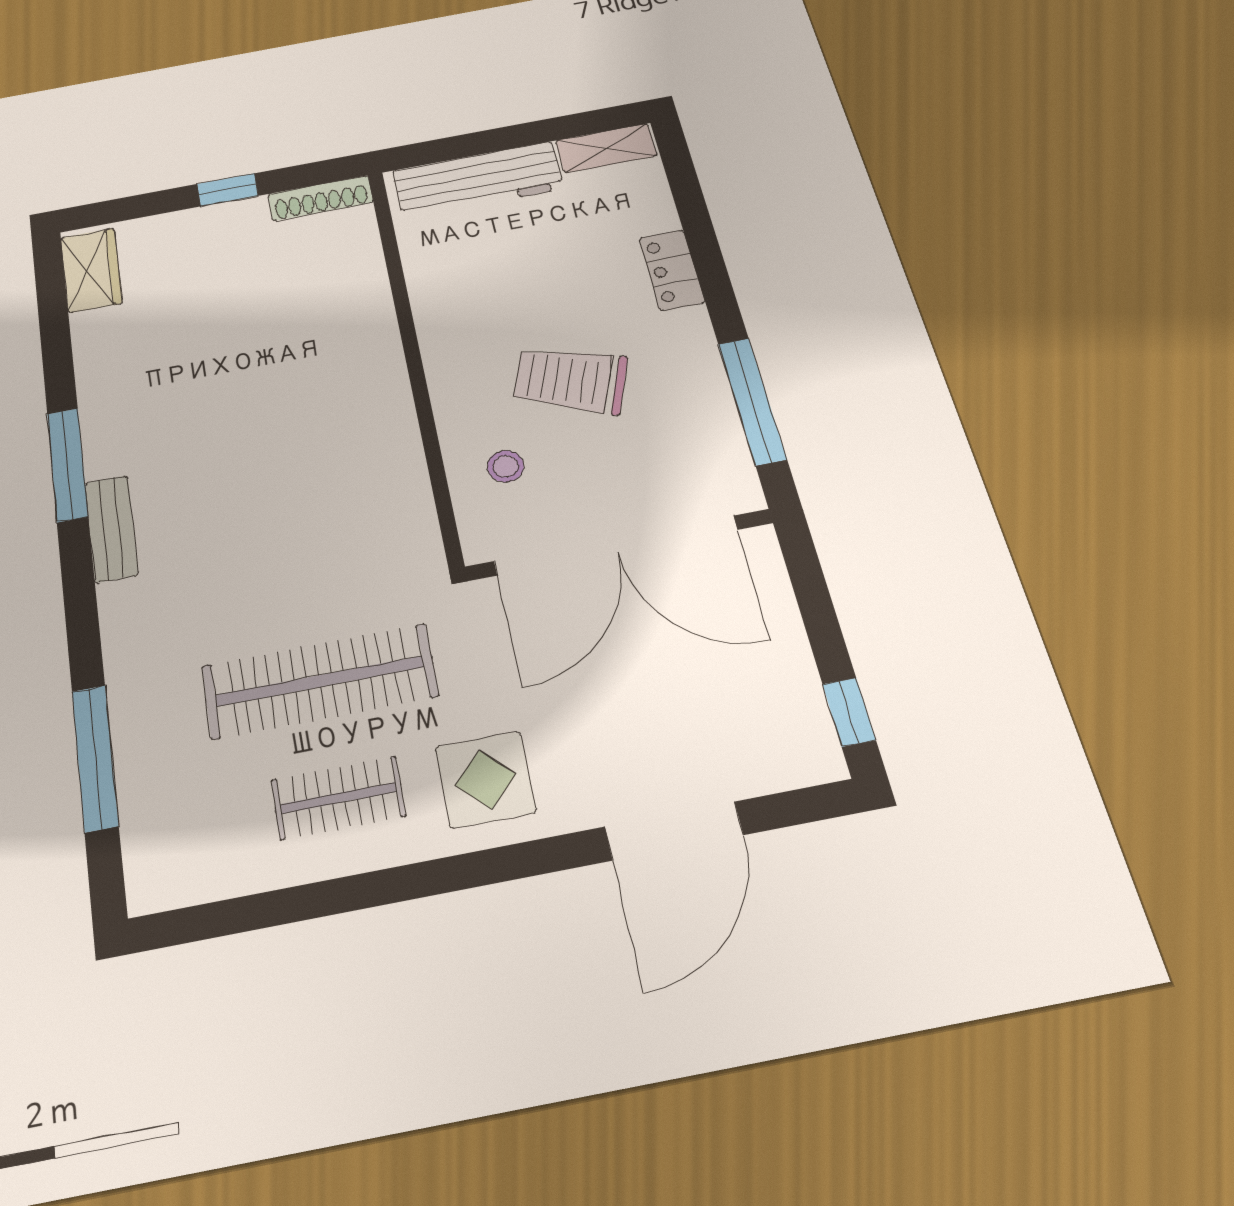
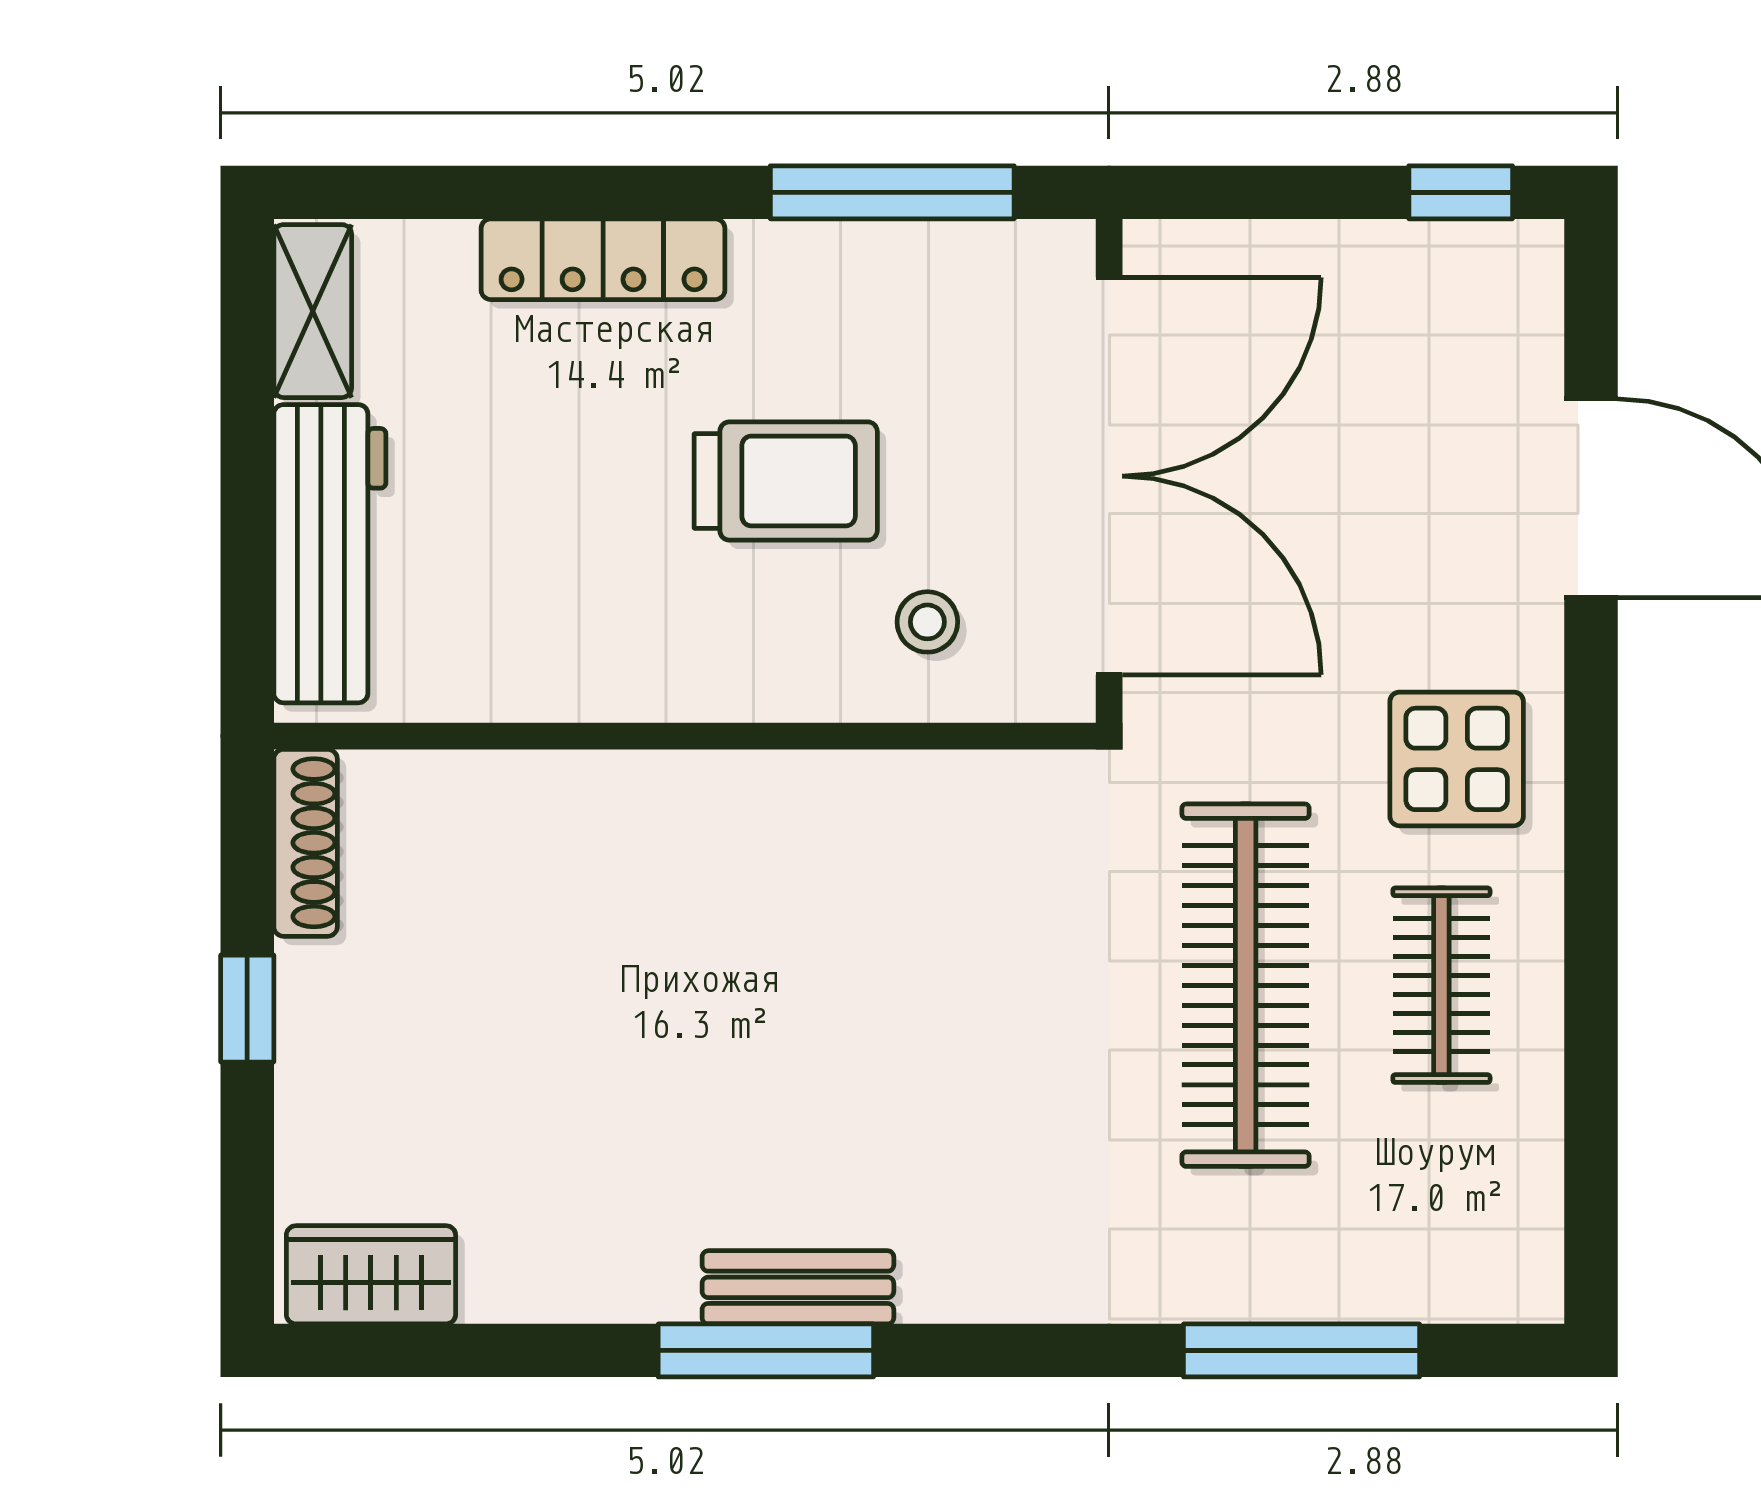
locker: (672, 270) -> (603, 259), width x1.53
trolley: (570, 380) -> (786, 481), turned -110
bench: (111, 528) -> (798, 1287), moved

